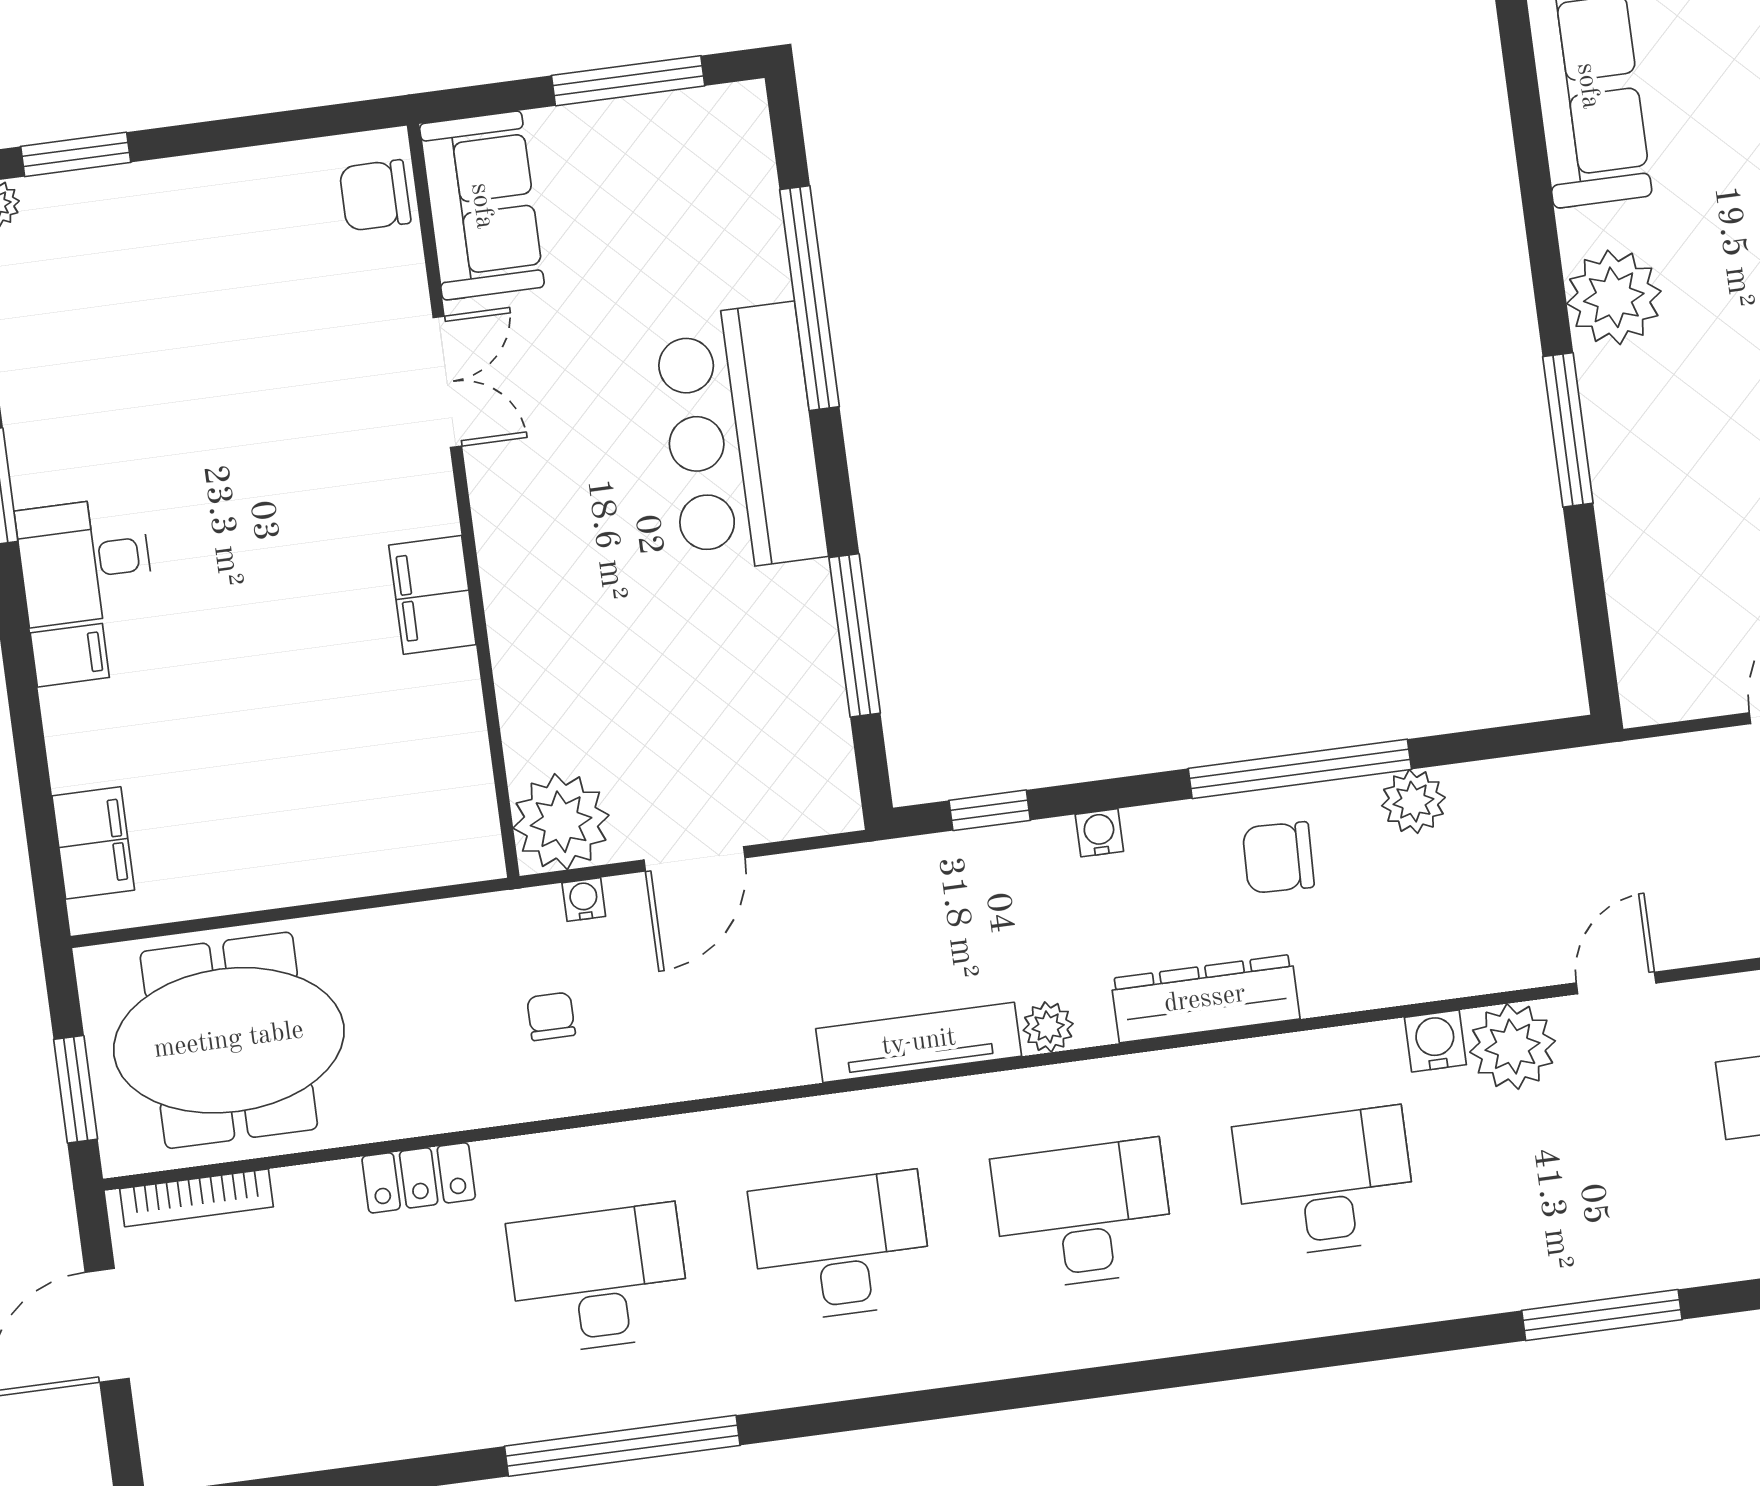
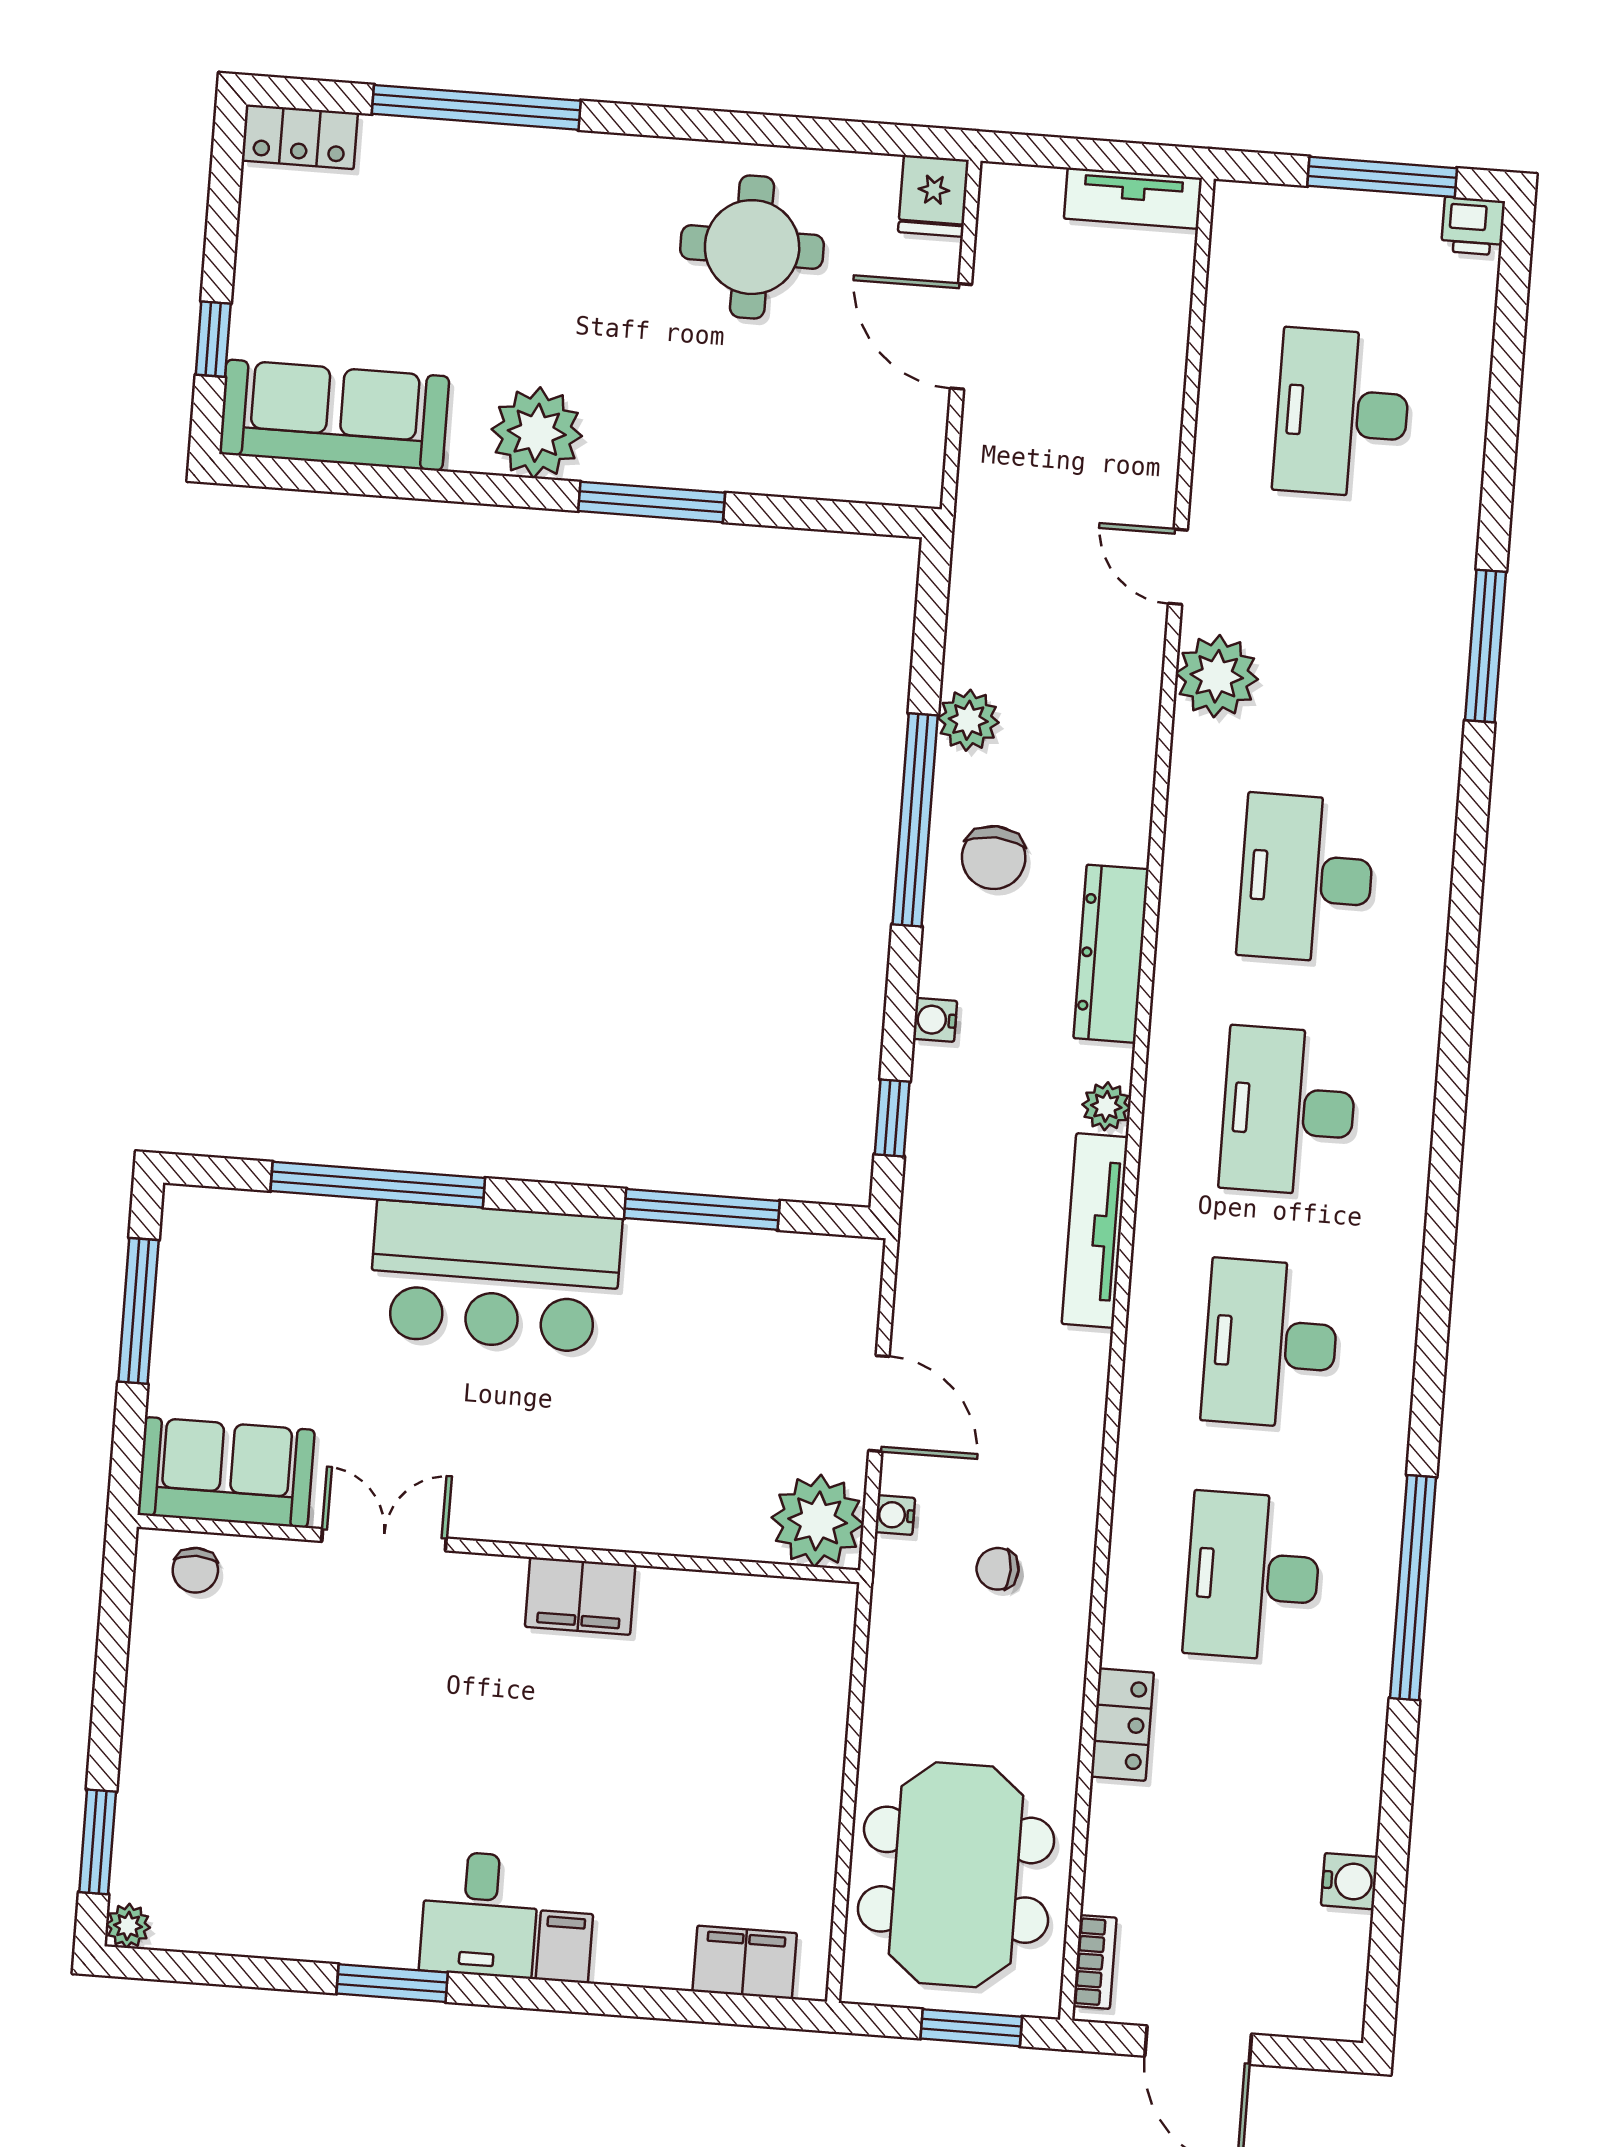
chair: (375, 195) -> (195, 1570), width x0.73, depth x0.73
water cooler: (1435, 1041) -> (1349, 1881), moved, turned 180
bookcase: (196, 1198) -> (1095, 1962), width x0.64

